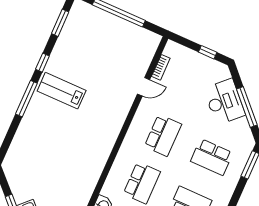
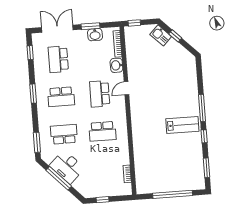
door: (144, 87) -> (126, 88), moved
desk: (224, 102) -> (67, 167), moved
school desk: (163, 135) -> (102, 131), turned -90

